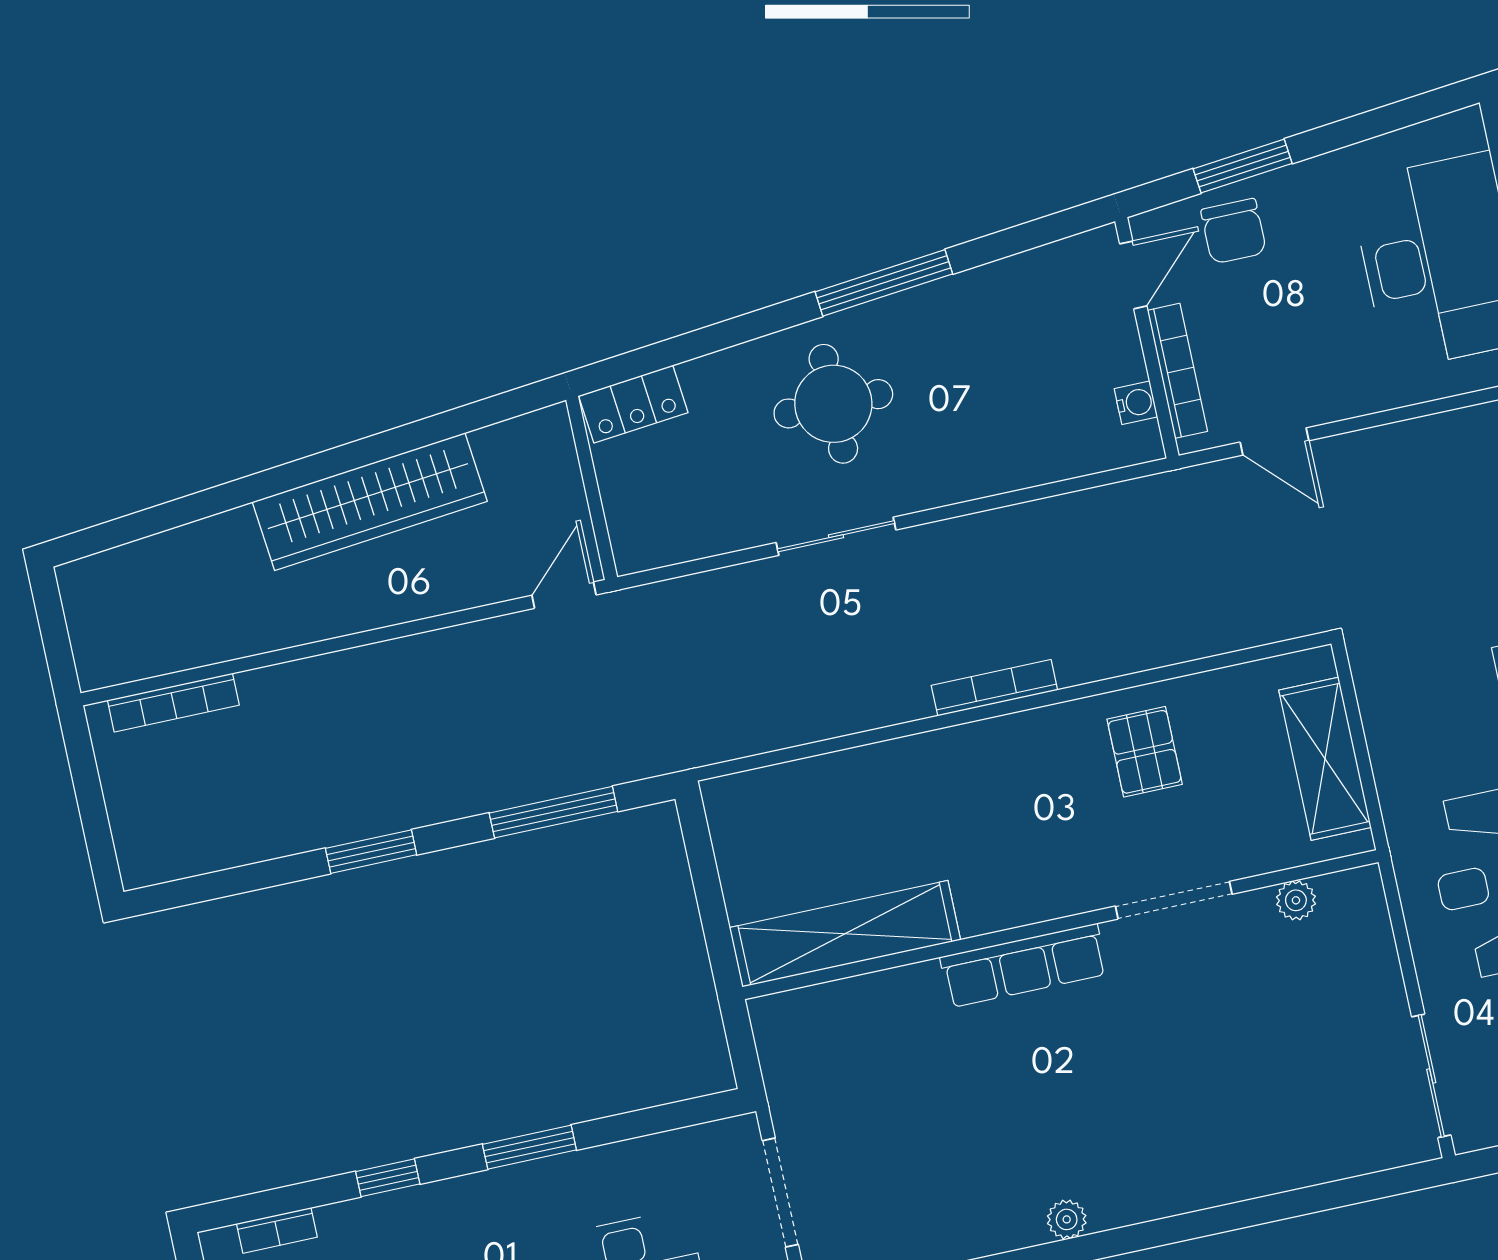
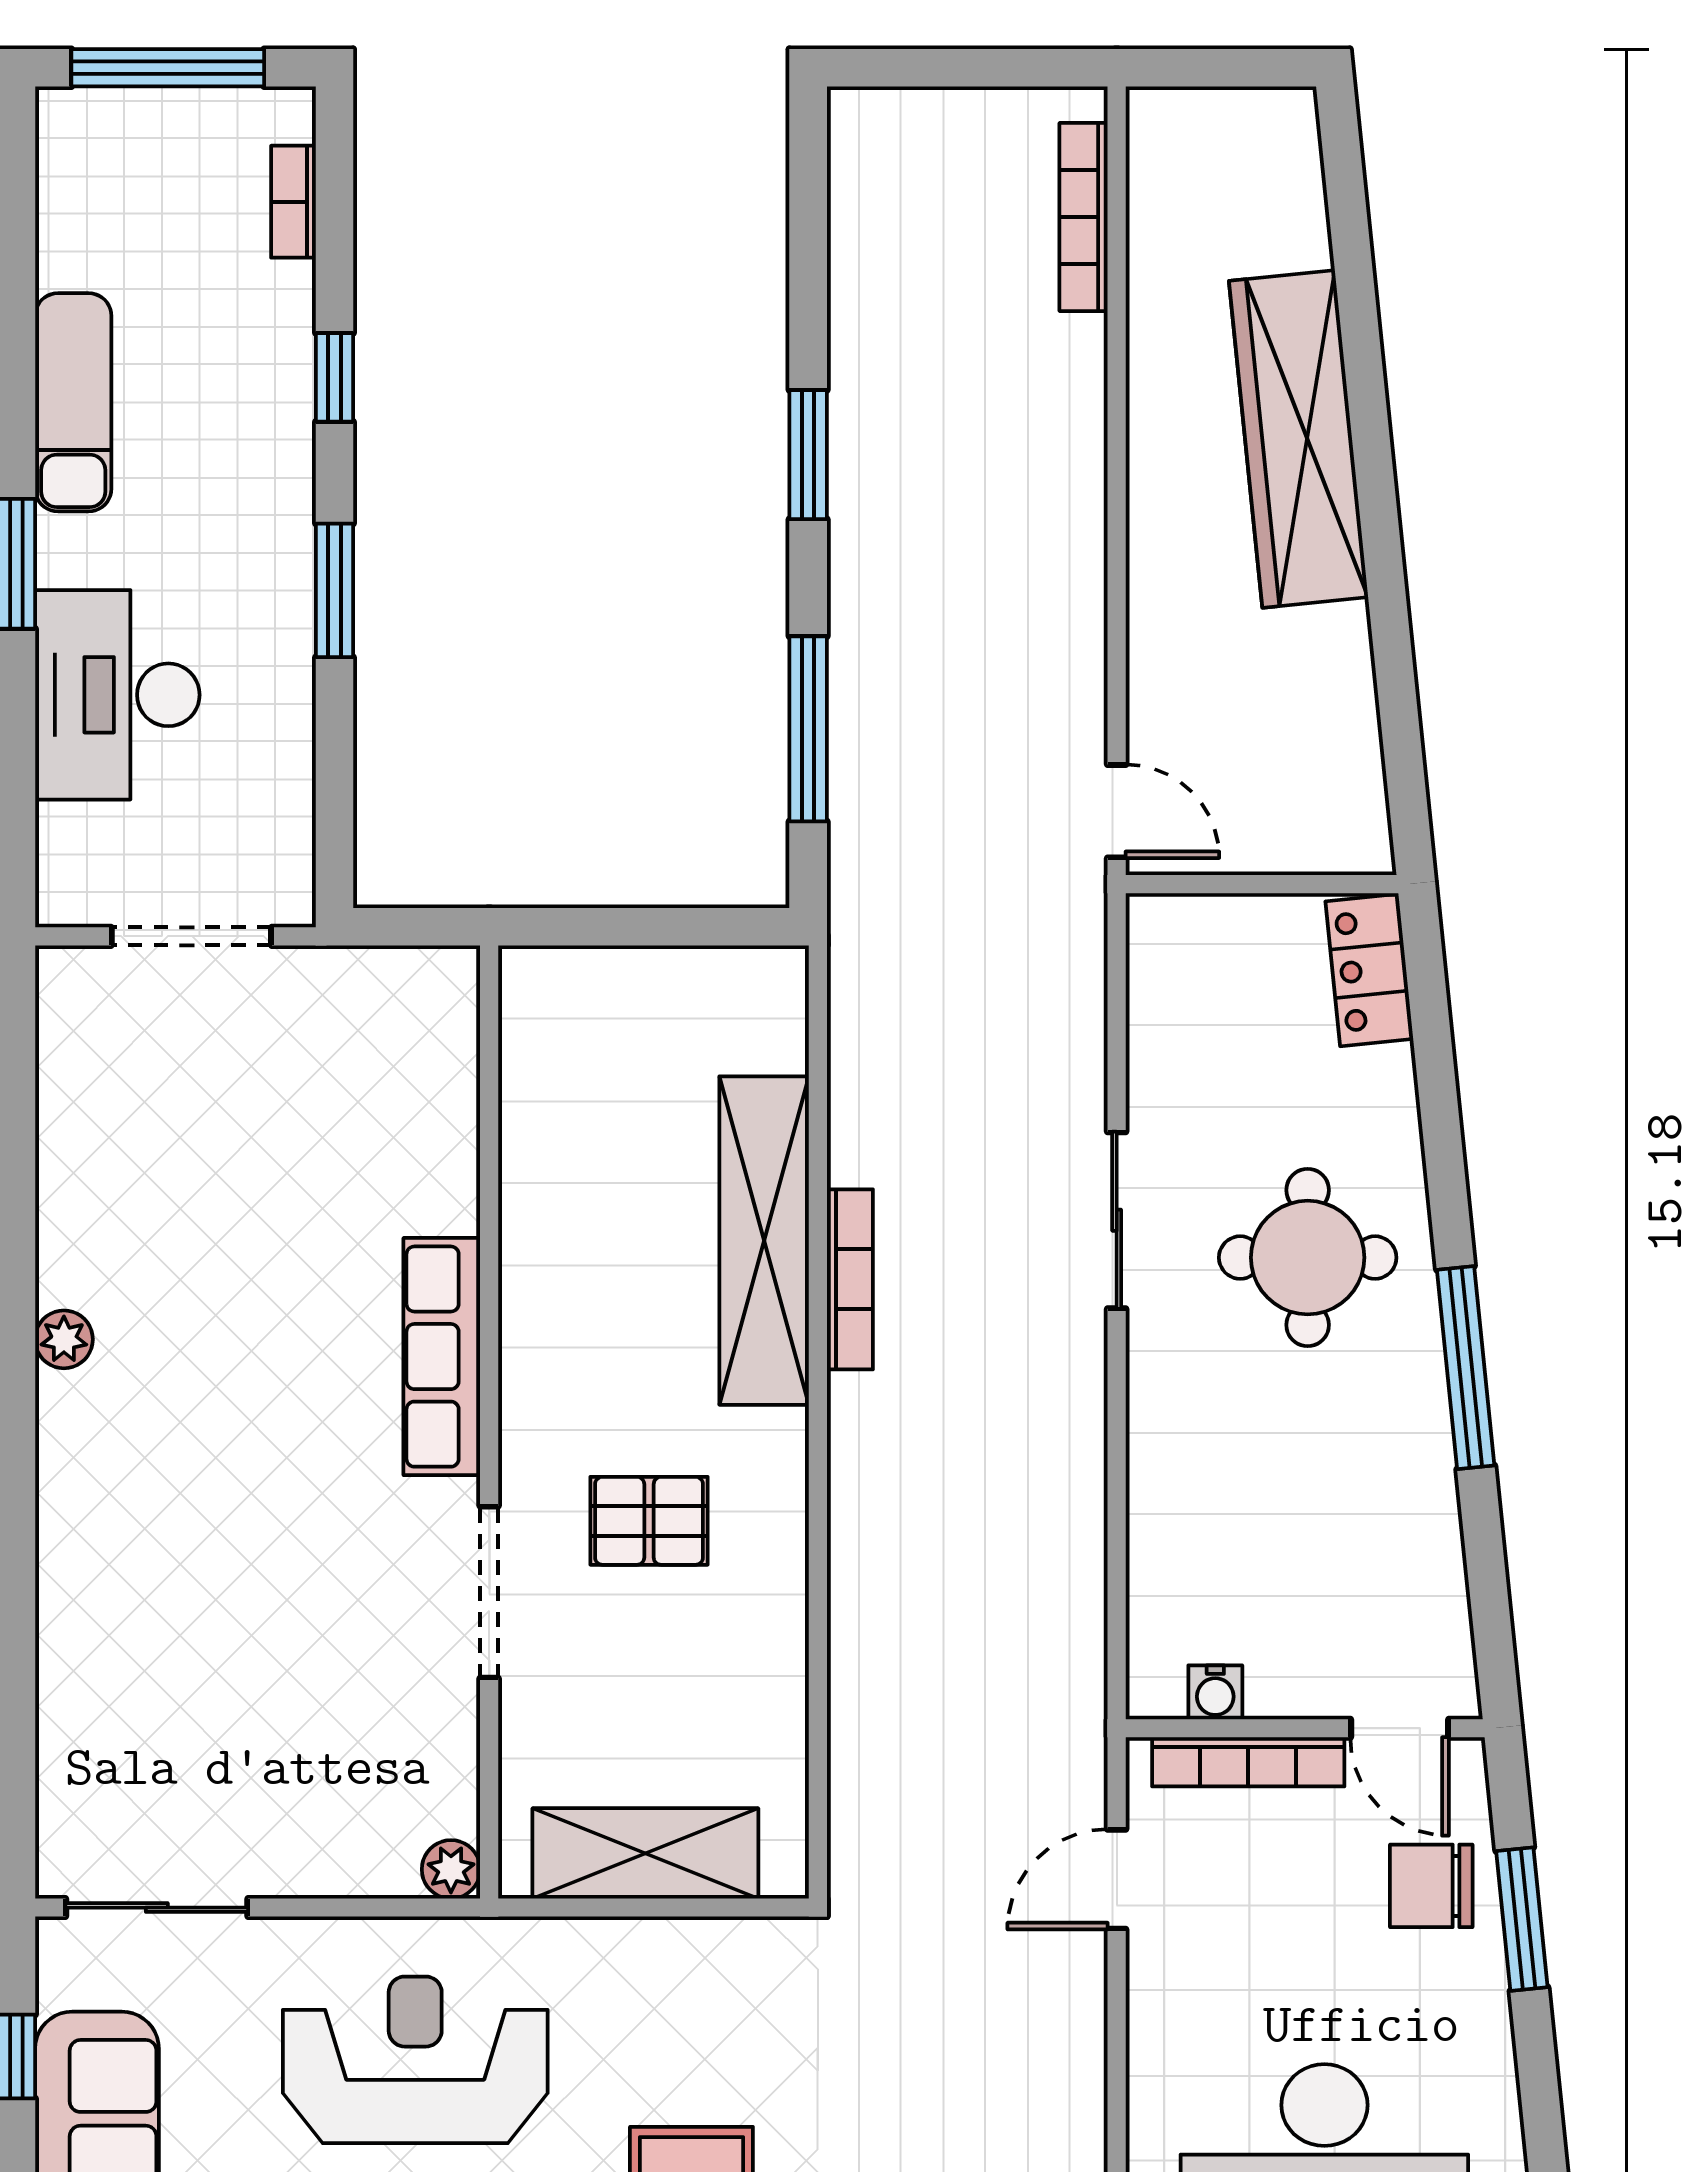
wardrobe: (370, 502) -> (1299, 439), moved
bookcase: (994, 688) -> (850, 1279), moved
pallet: (1145, 752) -> (649, 1521), moved
plant: (1296, 900) -> (451, 1869), moved
shelving: (845, 934) -> (764, 1241), moved

